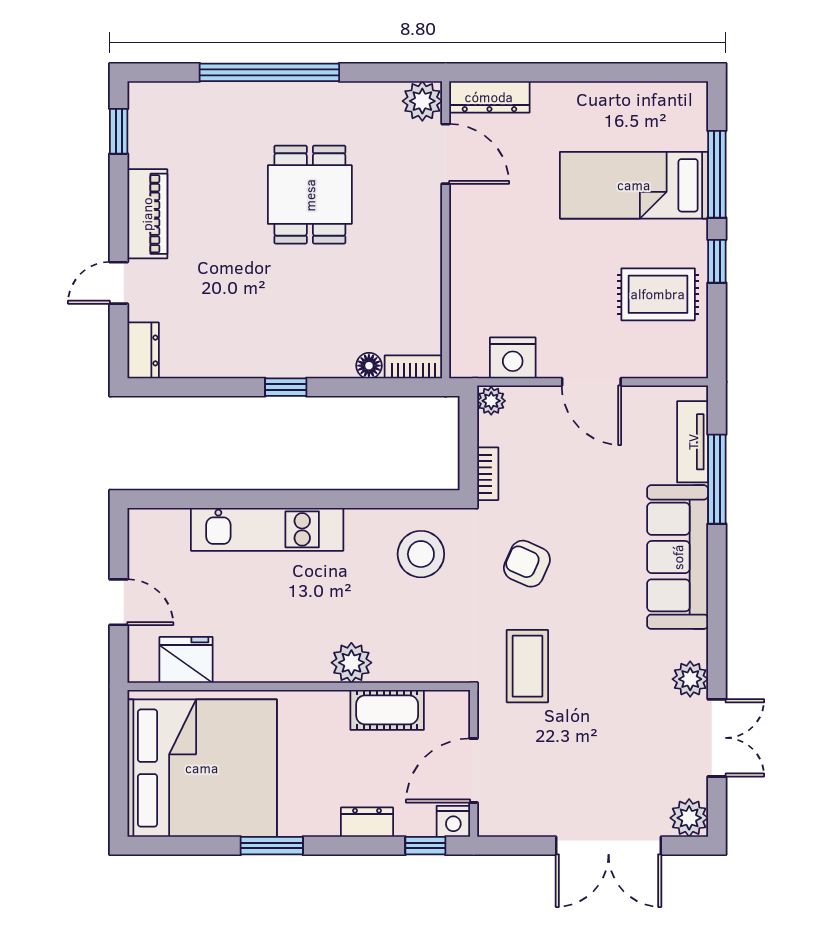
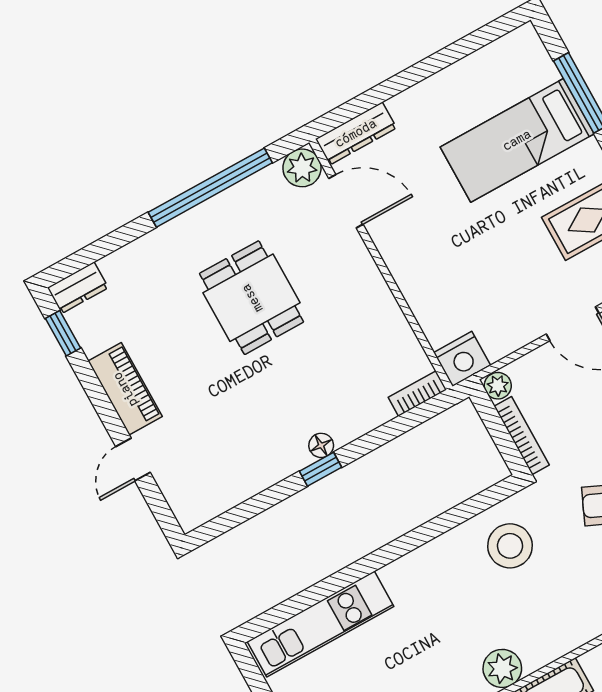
window: (269, 72) -> (210, 188), moved
dresser: (143, 350) -> (78, 288), moved, turned 90
nightstand: (513, 358) -> (462, 359), moved
floor lamp: (369, 366) -> (321, 445), moved
bookcase: (488, 474) -> (522, 436), width x1.56
kitchen unit: (267, 529) -> (320, 624), moved

